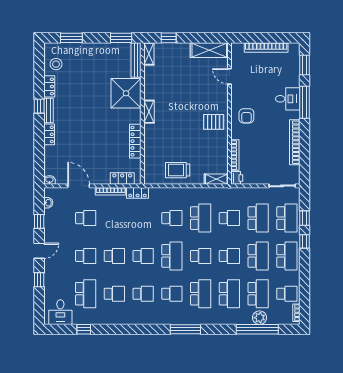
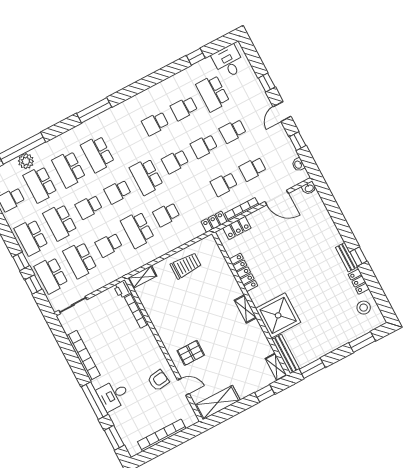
armchair: (246, 116) -> (158, 380), moved, turned 82
pallet: (214, 122) -> (191, 353), moved
locker: (49, 134) -> (333, 234), removed
school desk: (172, 294) -> (224, 184), moved

